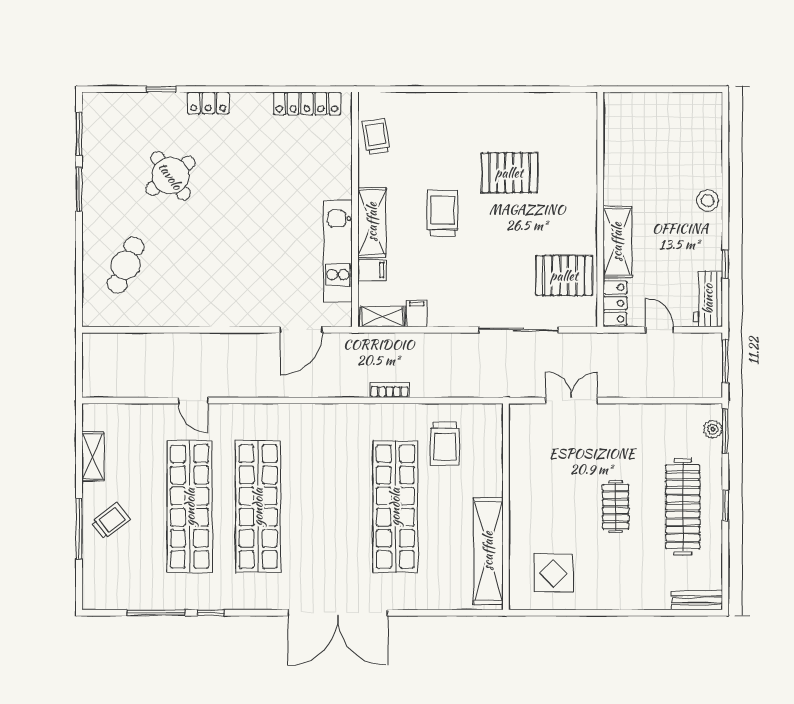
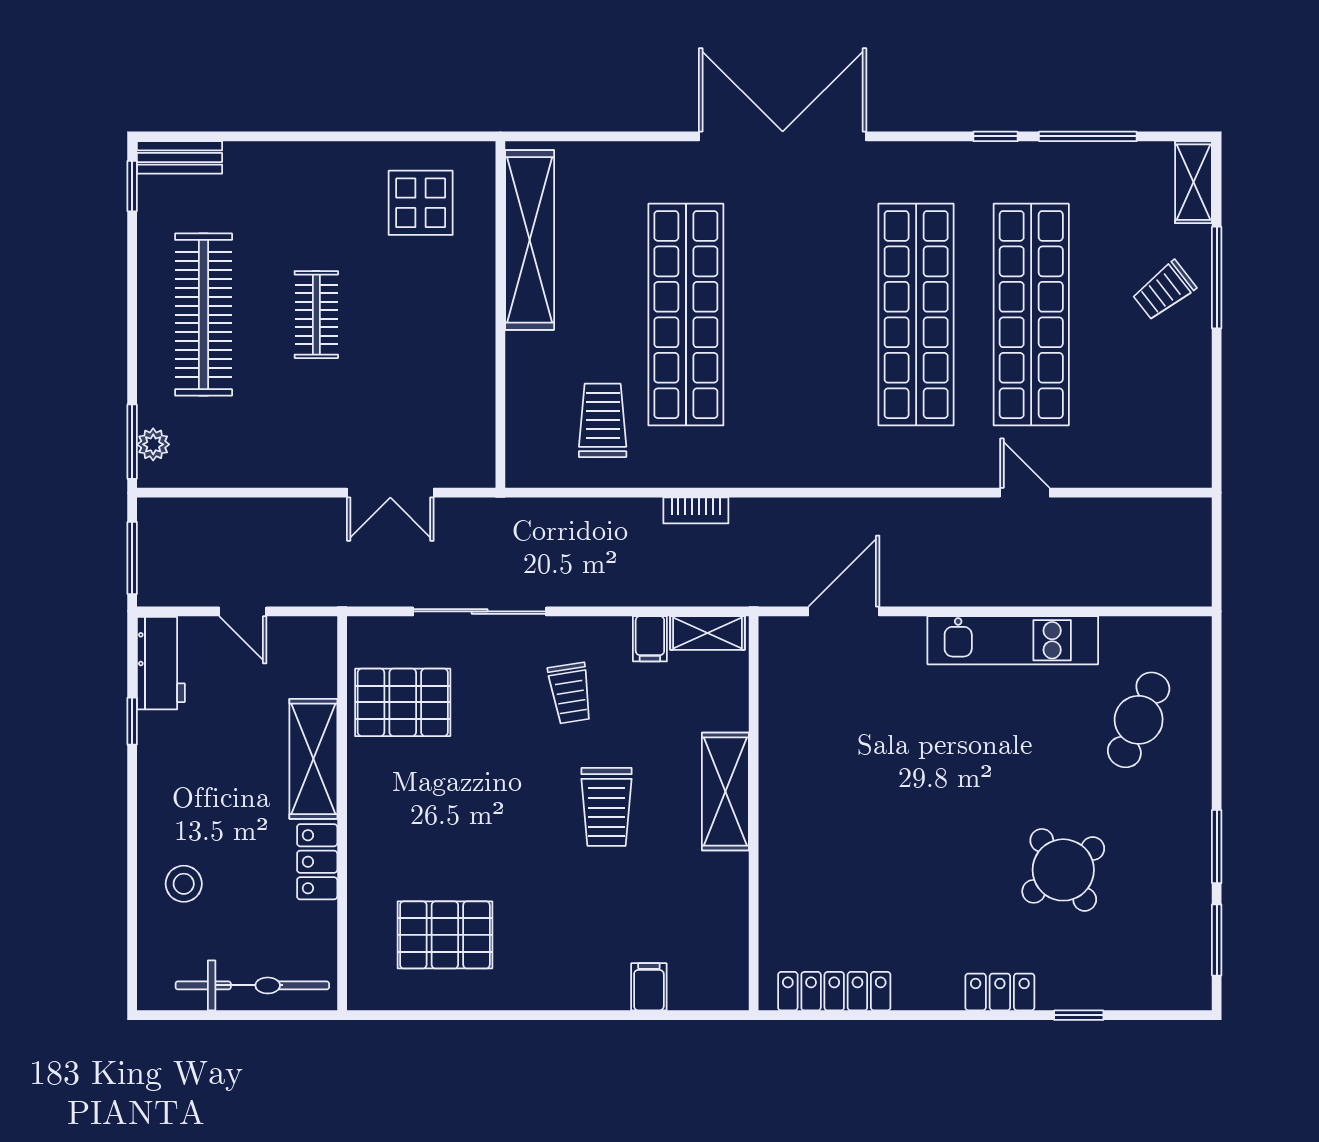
bicycle: (654, 107) -> (252, 985), added
trolley: (376, 137) -> (570, 693), moved
pallet: (509, 173) -> (445, 935), moved
stool: (708, 201) -> (184, 884), moved
kitchen unit: (338, 251) -> (1013, 640), moved, turned 90
filing cabinet: (372, 270) -> (649, 987), moved, turned 90
locker: (615, 303) -> (317, 862), moved
shelving: (93, 456) -> (1194, 182), moved
window: (725, 505) -> (132, 186), moved

